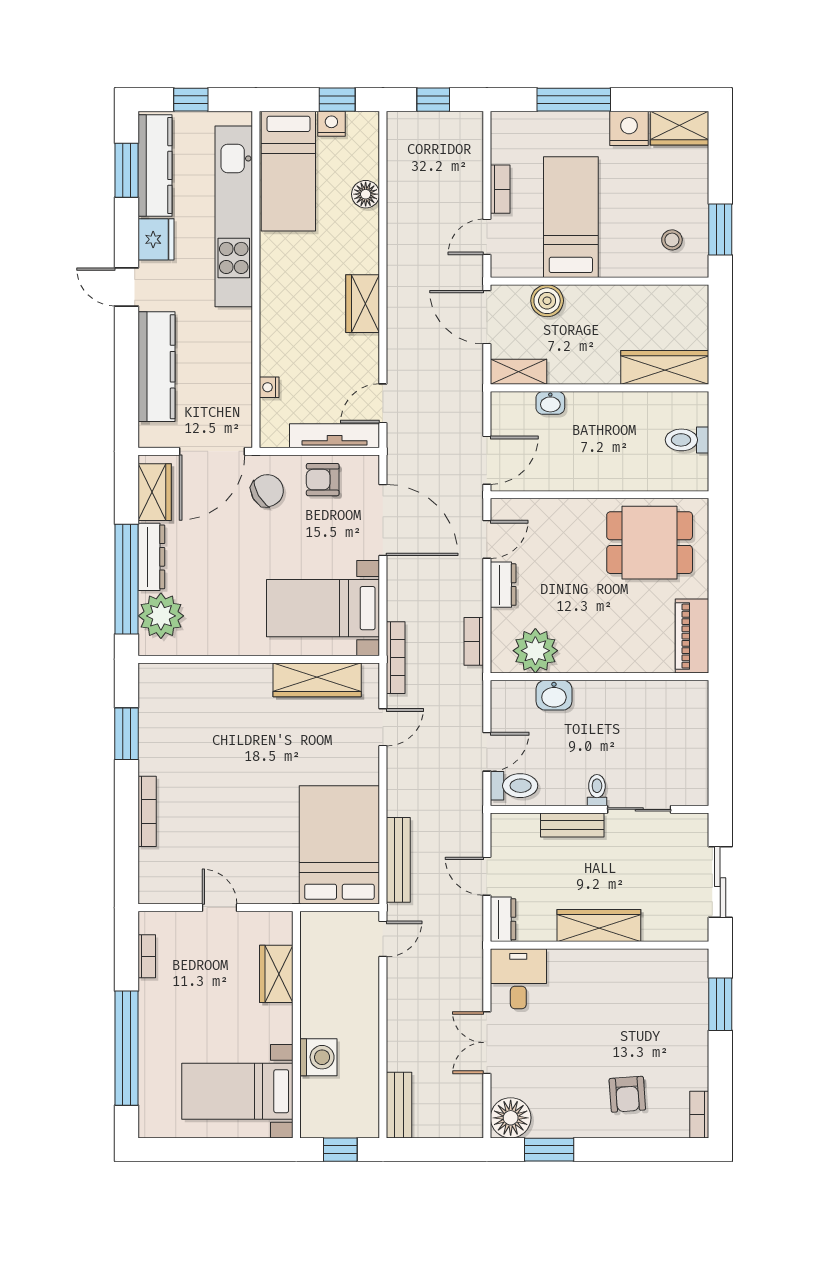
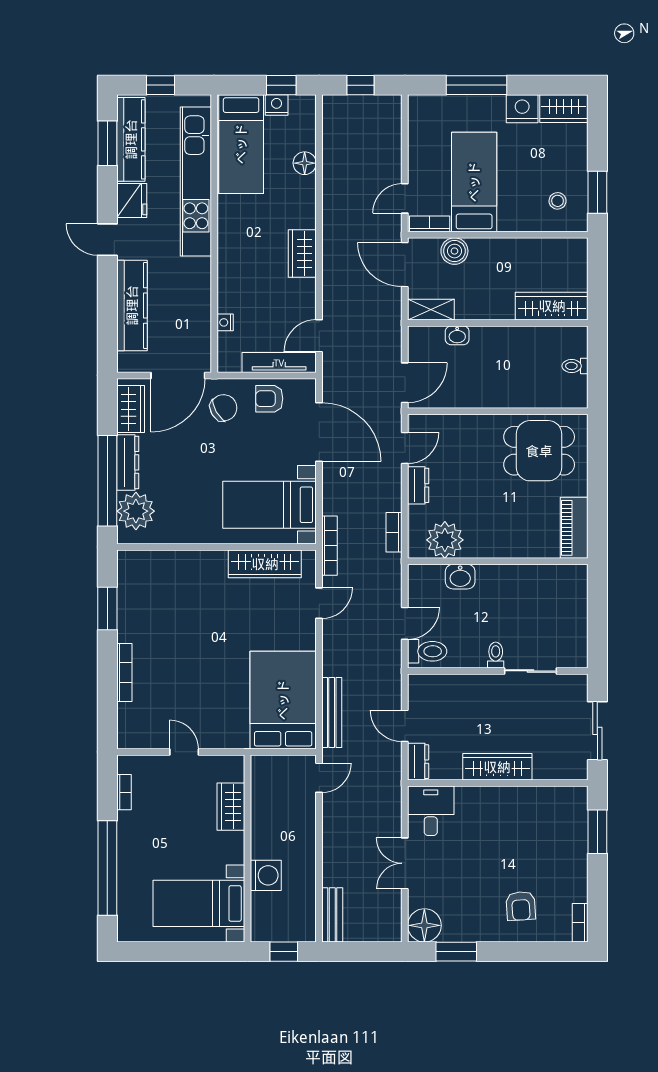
bookcase: (500, 189) -> (430, 224), moved, turned -90
toilet: (687, 440) -> (575, 366), width x0.73, depth x0.72
bench: (572, 825) -> (475, 684), removed

